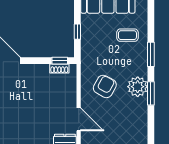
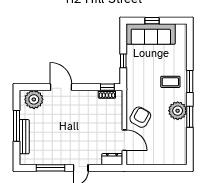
coffee table: (127, 35) -> (170, 82), moved
armchair: (105, 86) -> (140, 117), moved

